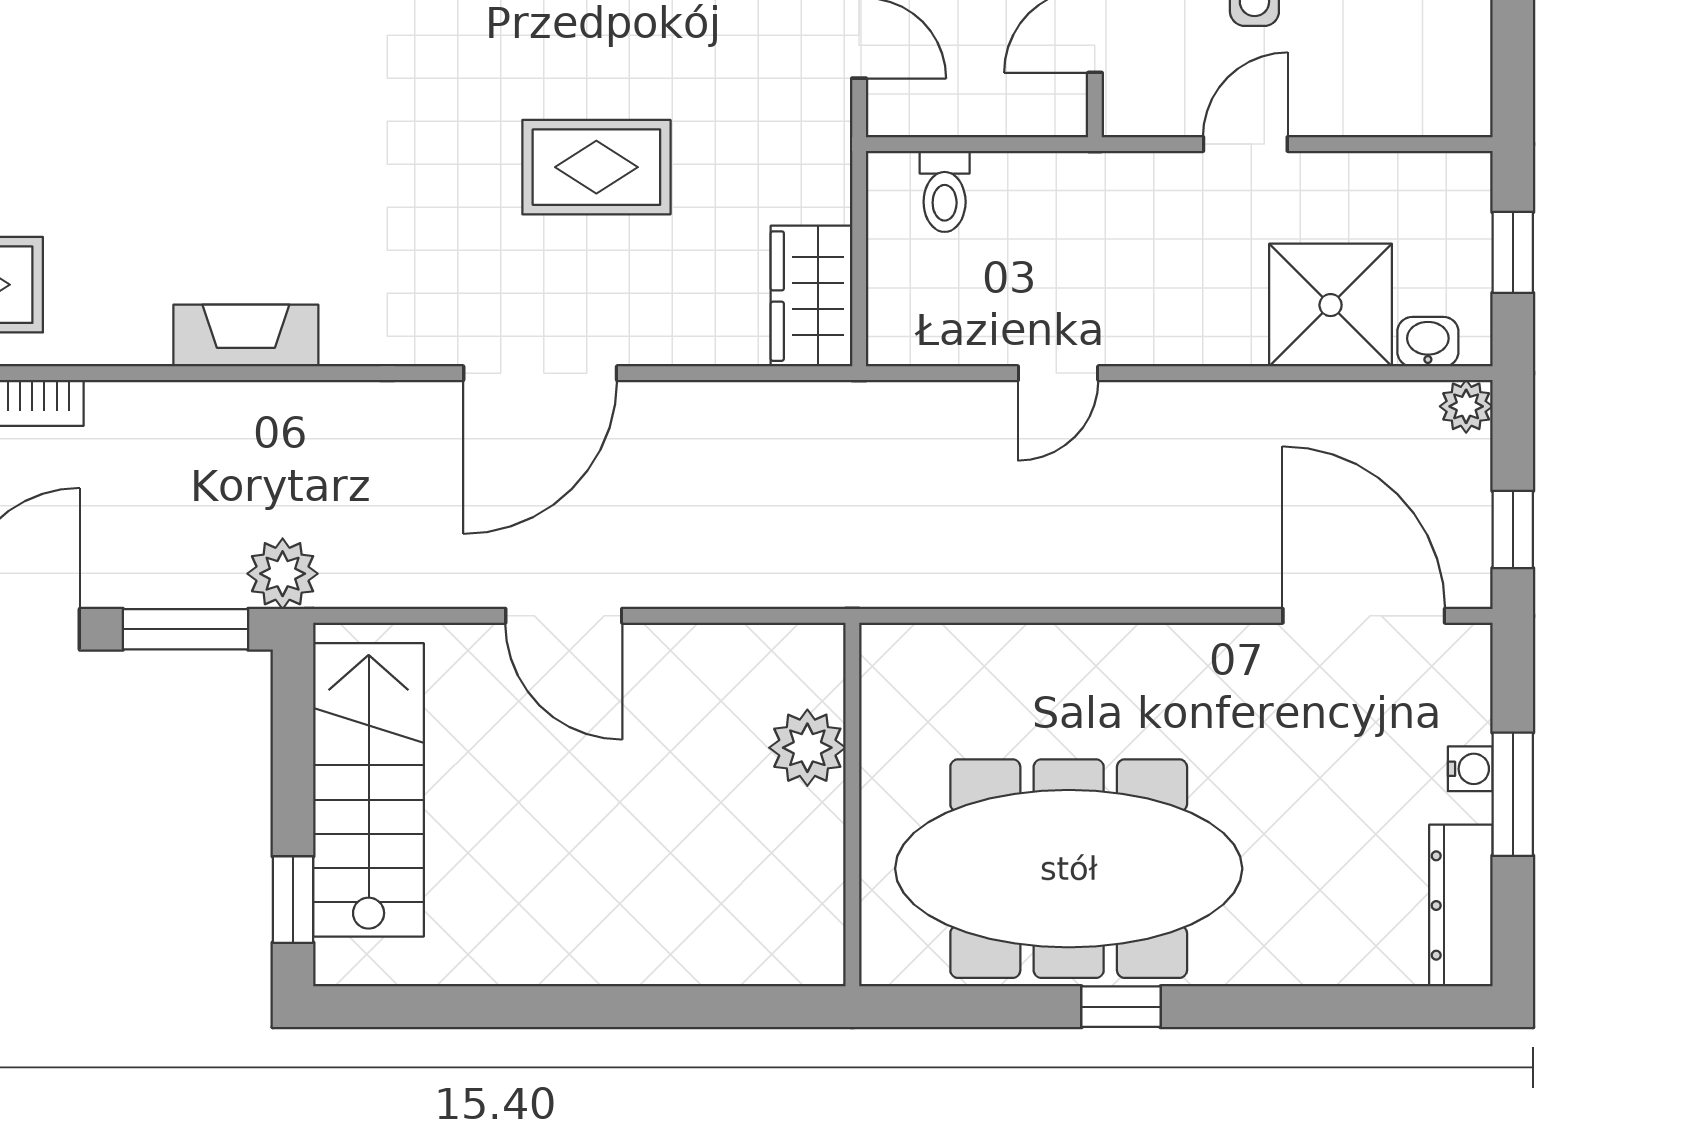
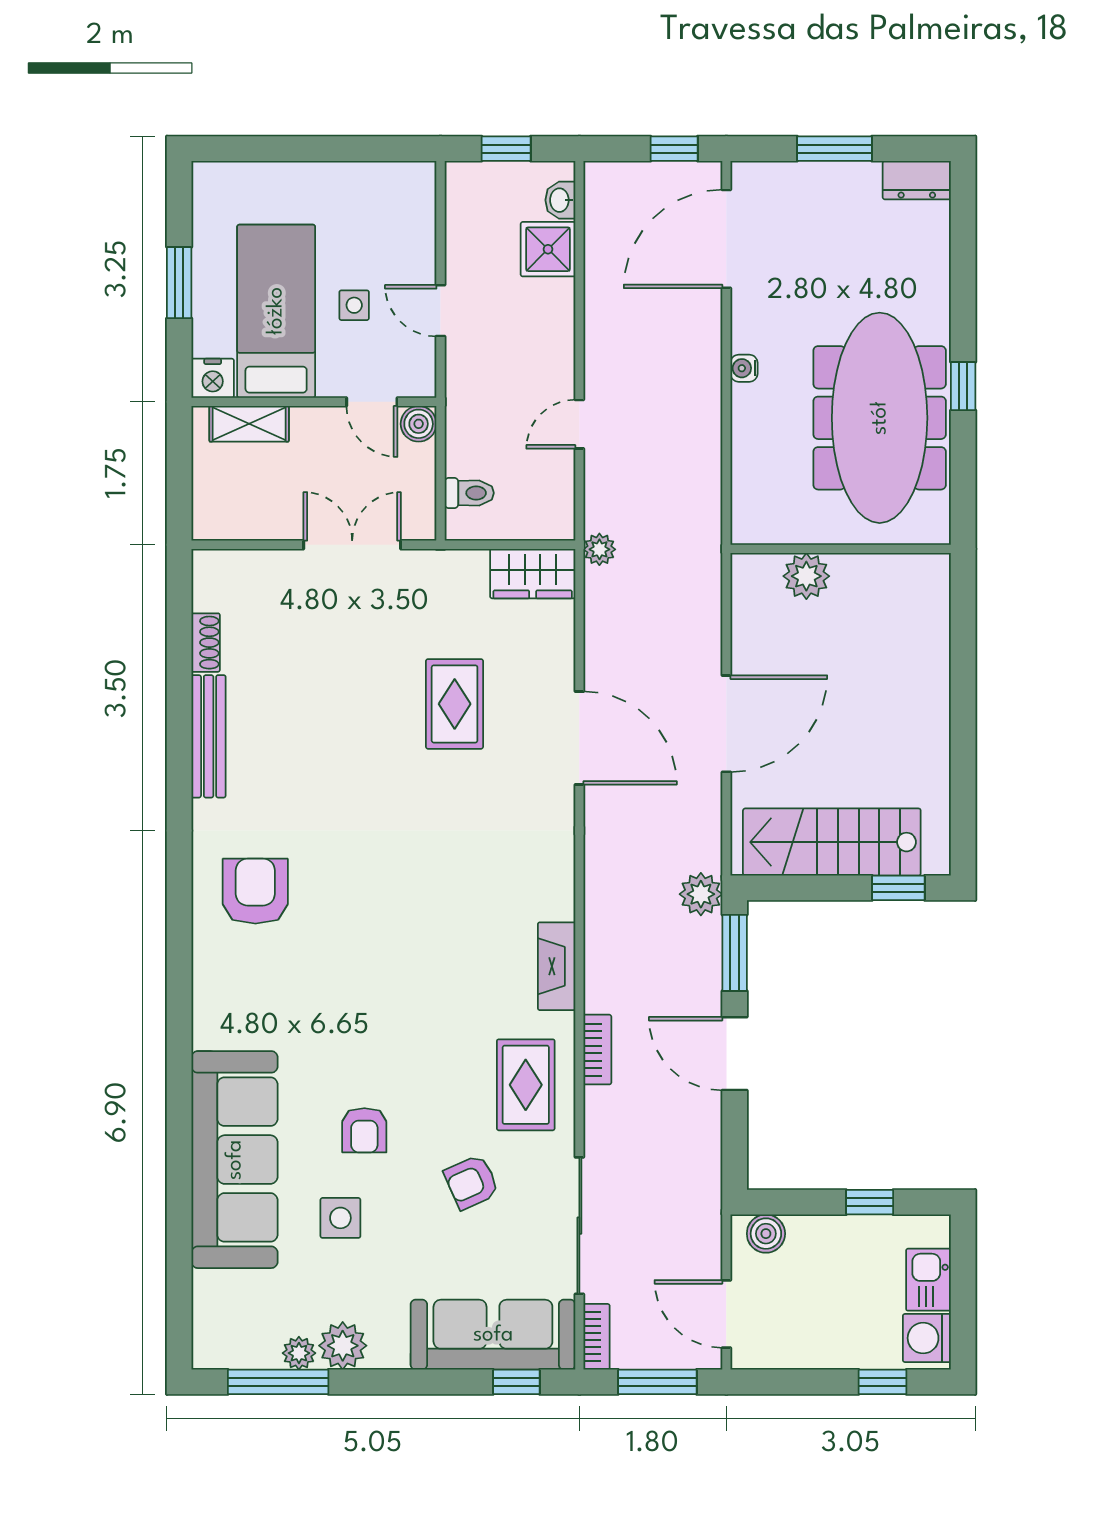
boiler: (1059, 108) -> (419, 424), added
shower: (1331, 305) -> (548, 249), width x0.73, depth x0.73
fireplace: (246, 335) -> (557, 966), moved
door: (1058, 373) -> (579, 424), swing flipped
plant: (1466, 406) -> (599, 549), moved
door: (564, 616) -> (726, 724), width x1.36
water cooler: (1470, 769) -> (744, 368), moved, turned -90
dresser: (1461, 905) -> (917, 180), width x0.70

